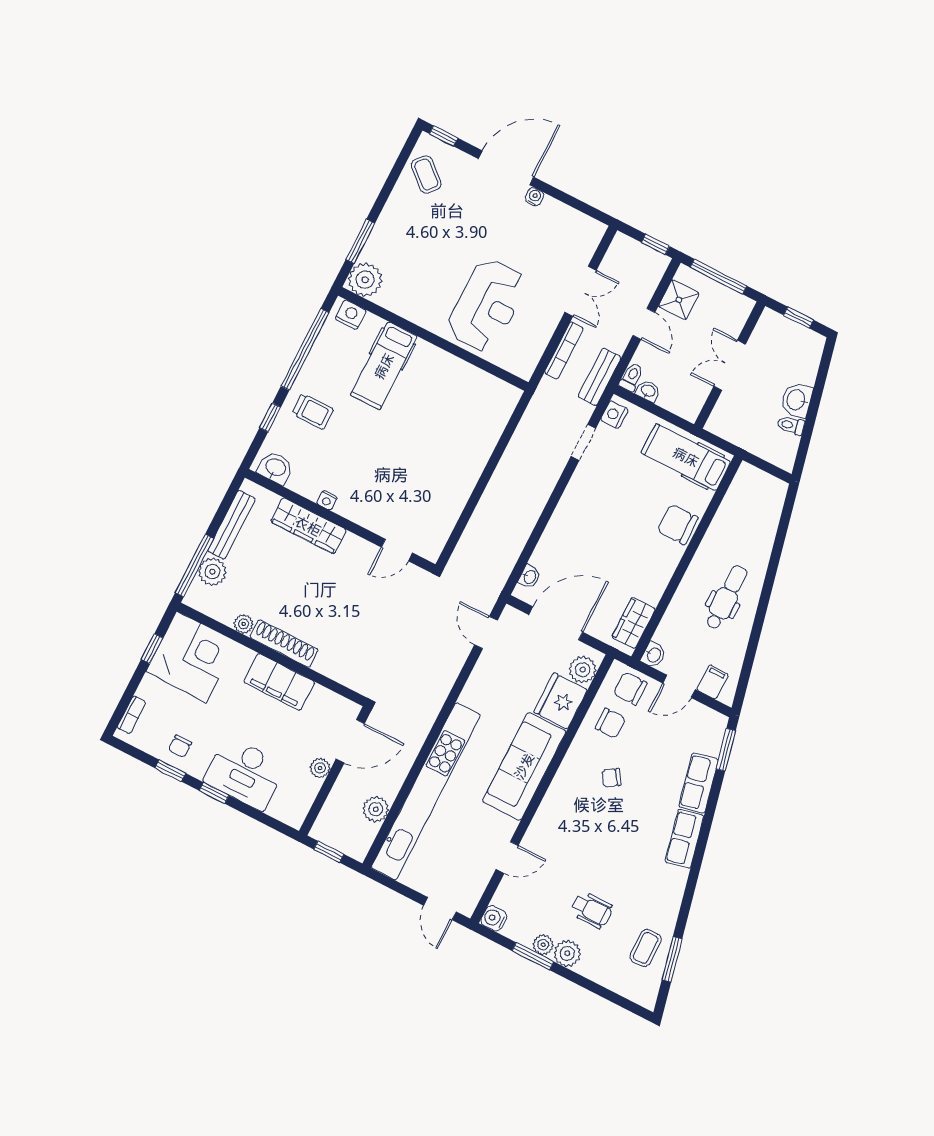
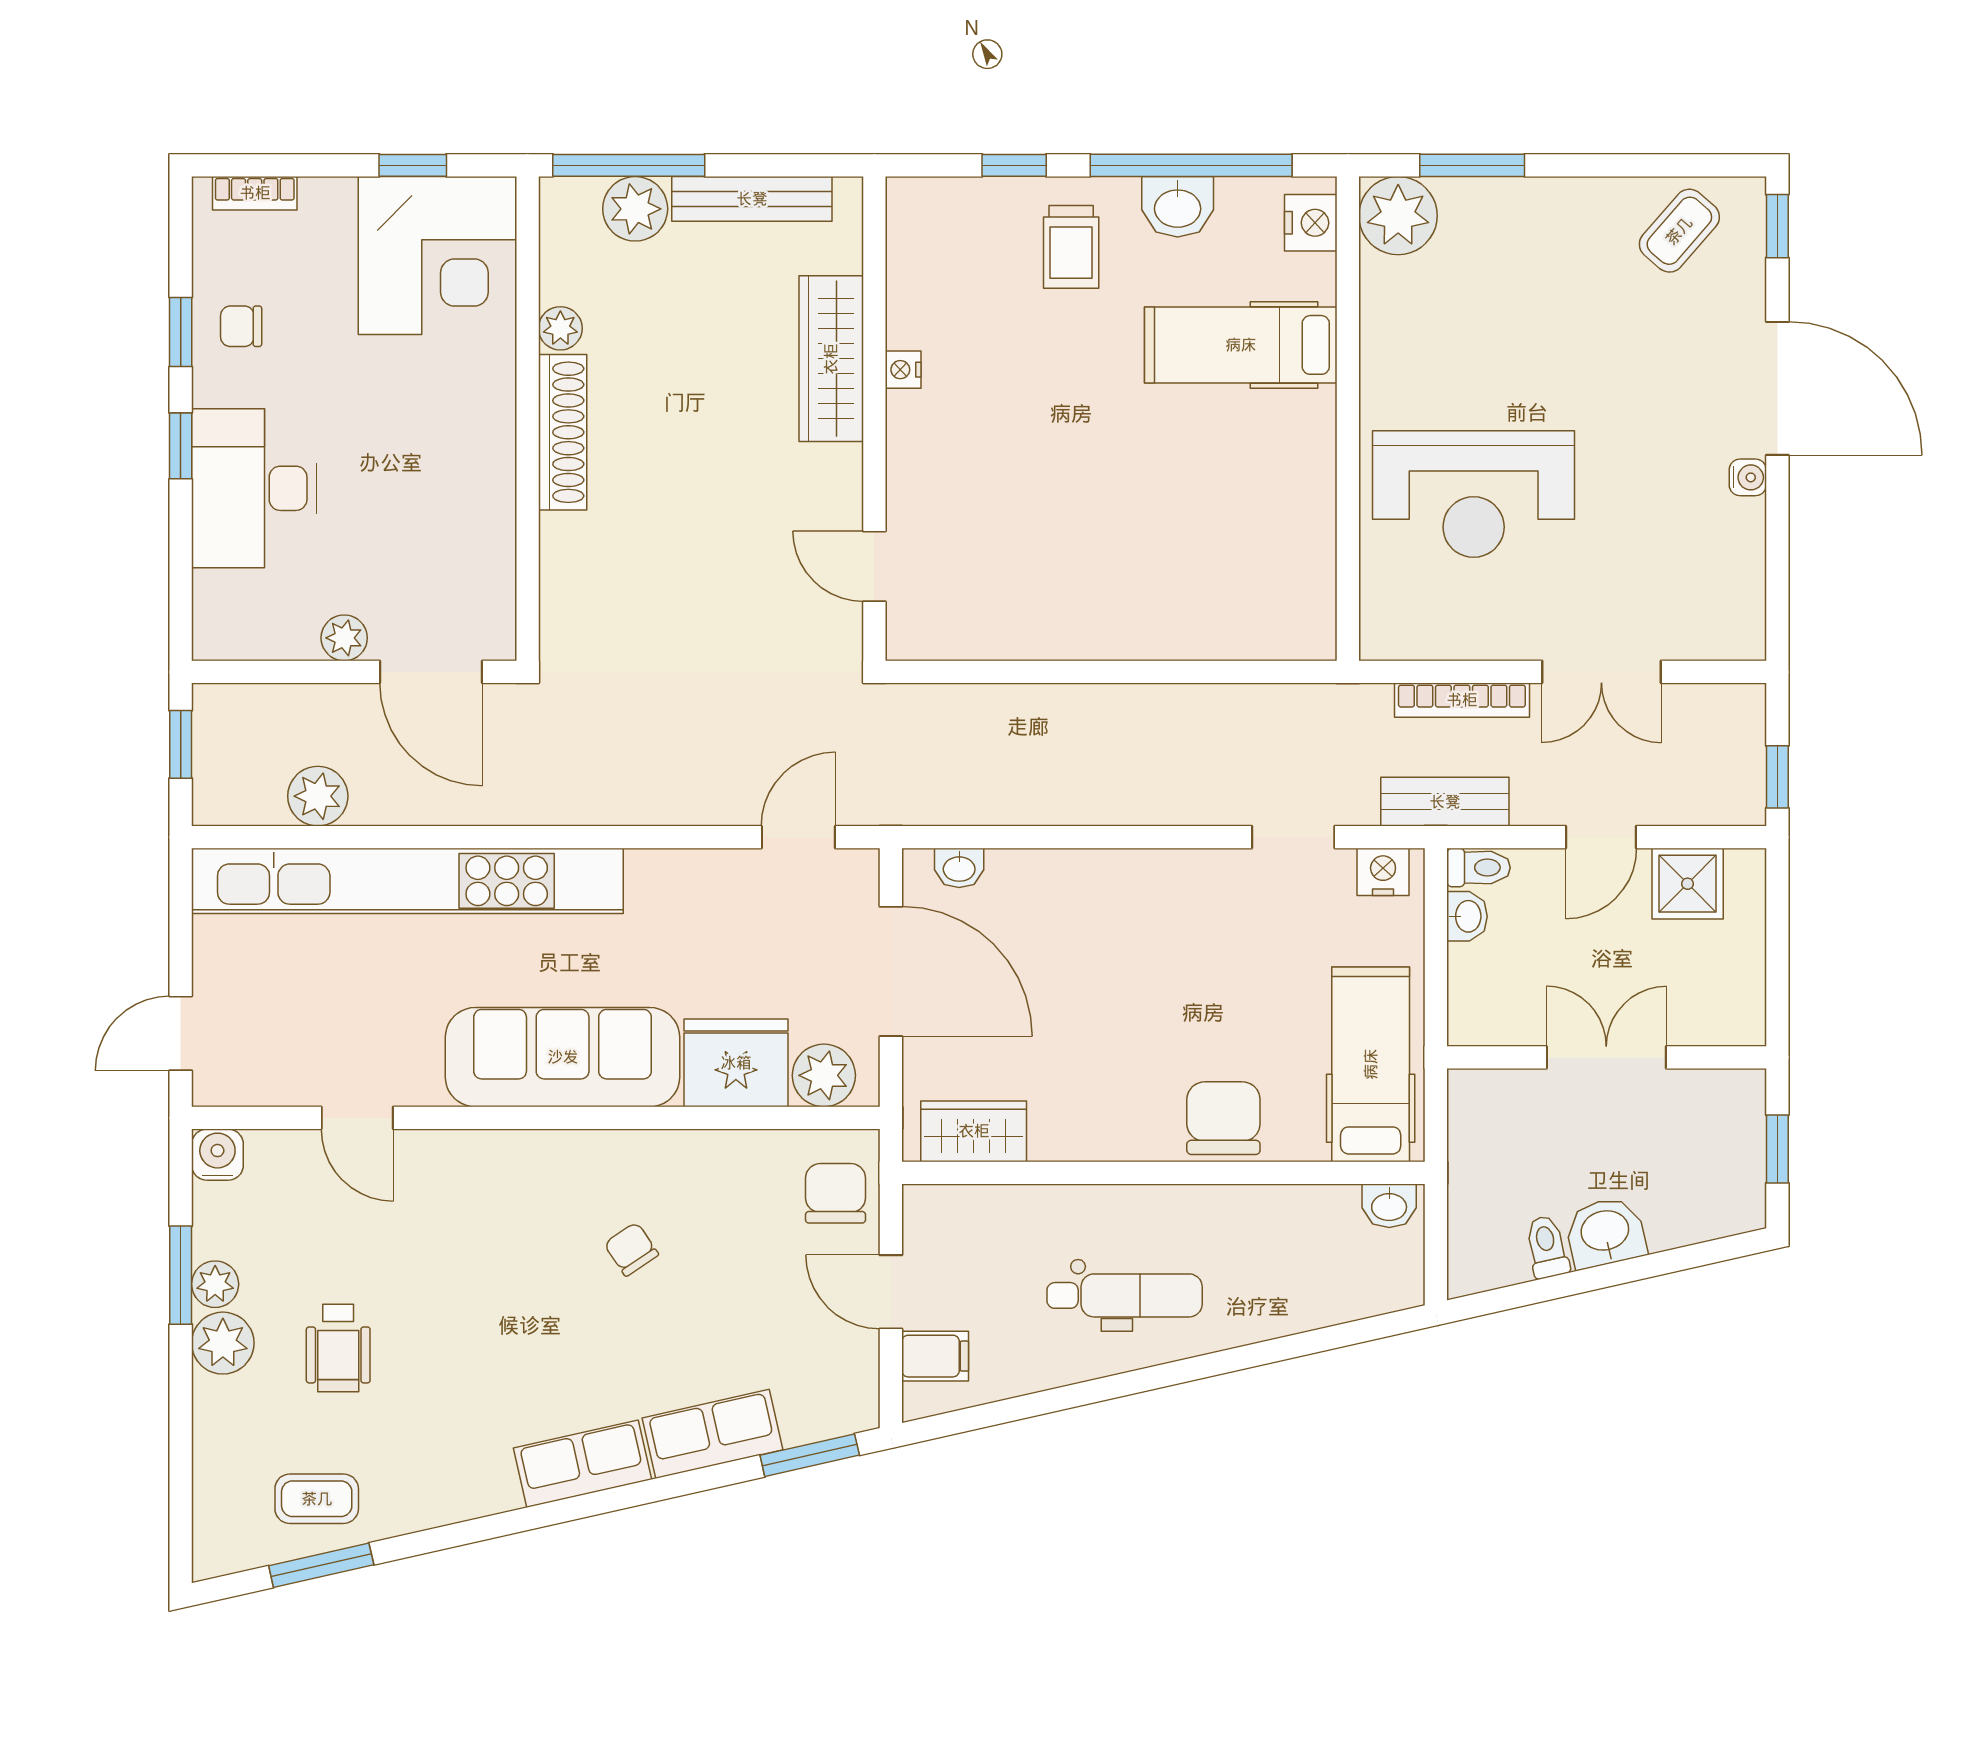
window: (718, 277) -> (1777, 941), removed
washbasin: (275, 468) -> (1178, 207), moved, turned 90
washbasin: (653, 655) -> (1389, 1206), moved
filing cabinet: (279, 682) -> (478, 463), removed
chair: (610, 723) -> (742, 1189), removed

